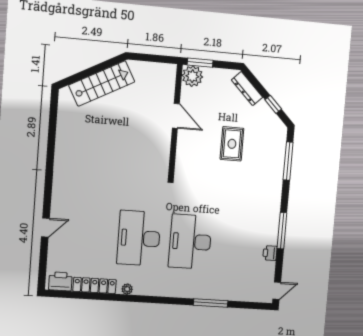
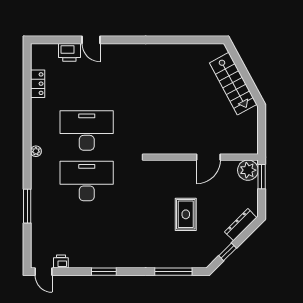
rug: (232, 144) -> (186, 214), turned 90
window: (282, 231) -> (104, 272), width x0.69
printer: (270, 253) -> (61, 262), moved
printer: (60, 281) -> (69, 52), moved, turned 90
locker: (95, 285) -> (38, 84), width x0.66
plant: (127, 289) -> (36, 151), moved

